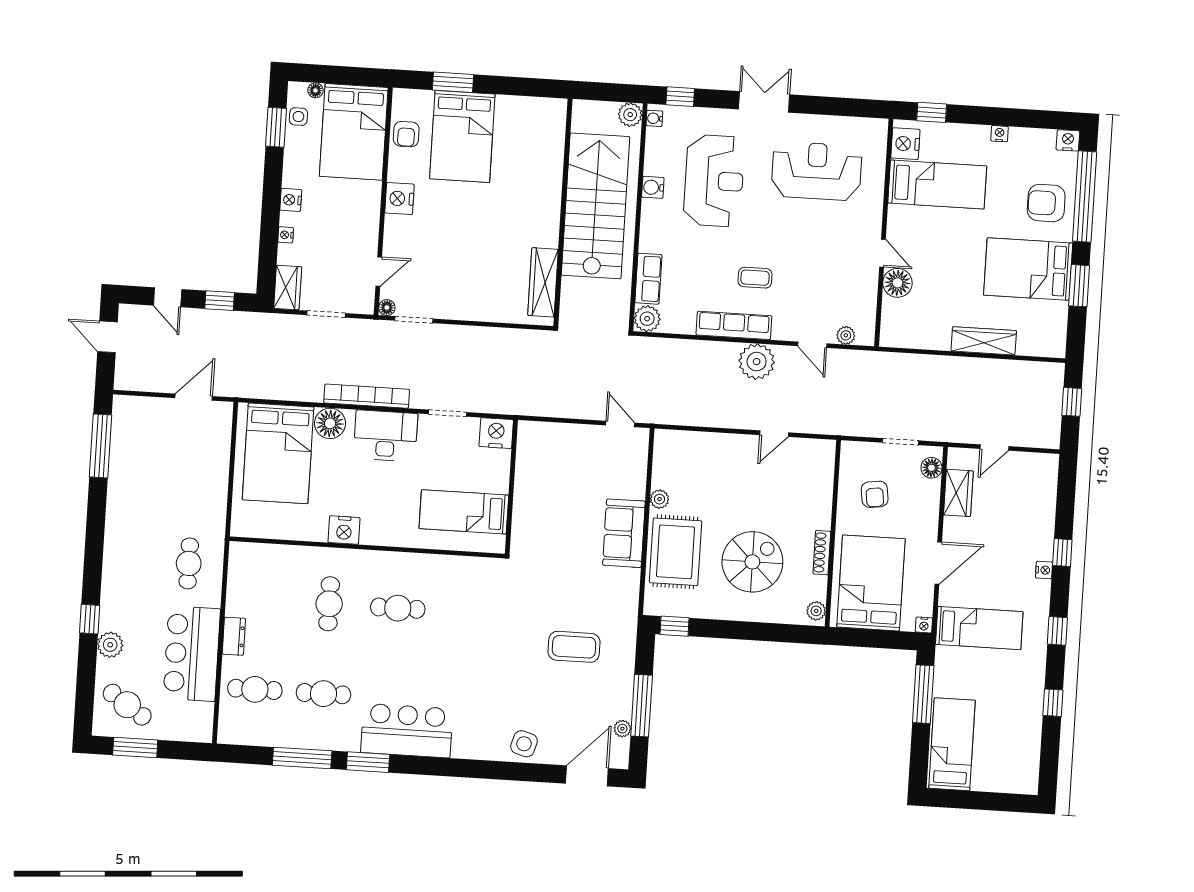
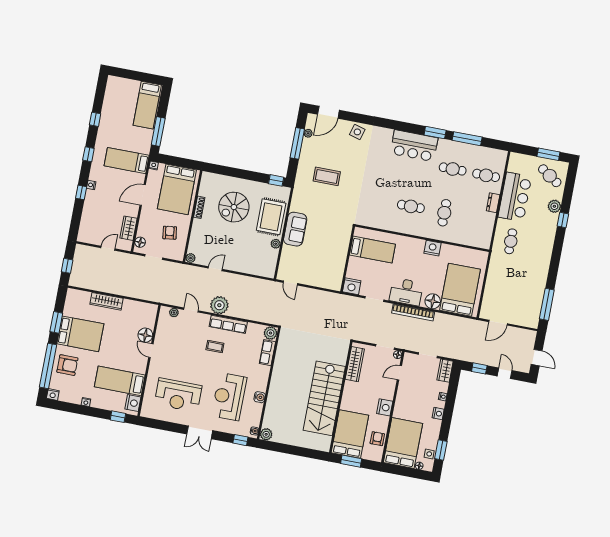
stairs: (595, 206) -> (324, 398), moved
wall: (563, 213) -> (341, 397), moved
wardrobe: (543, 282) -> (355, 364), moved
plant: (816, 611) -> (191, 258), moved

